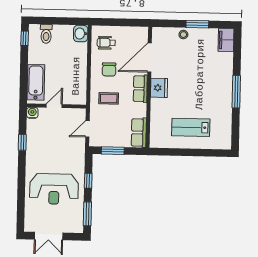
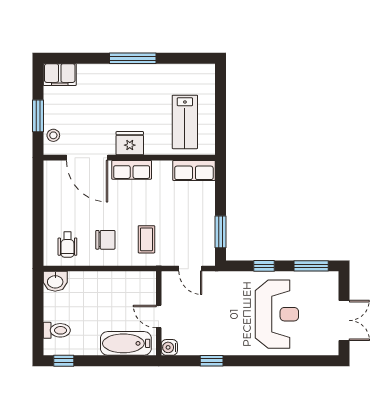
door: (150, 58) -> (87, 158), moved
wall: (149, 87) -> (129, 158), moved
fridge: (159, 88) -> (130, 143), moved
row of seats: (140, 89) -> (132, 170), moved
row of seats: (139, 133) -> (194, 170), moved

